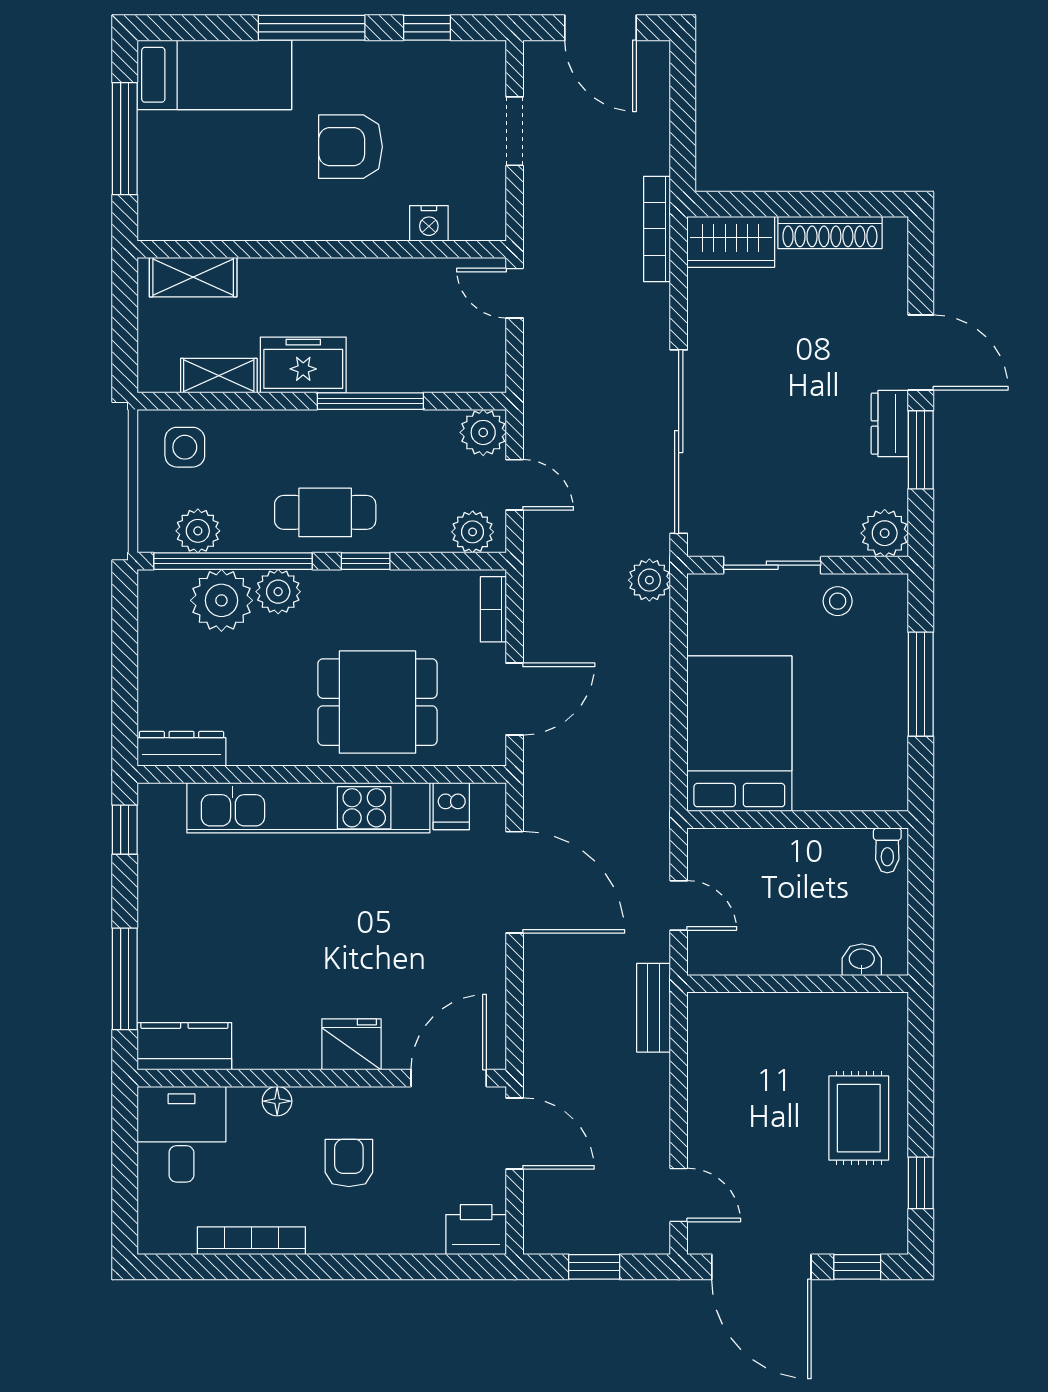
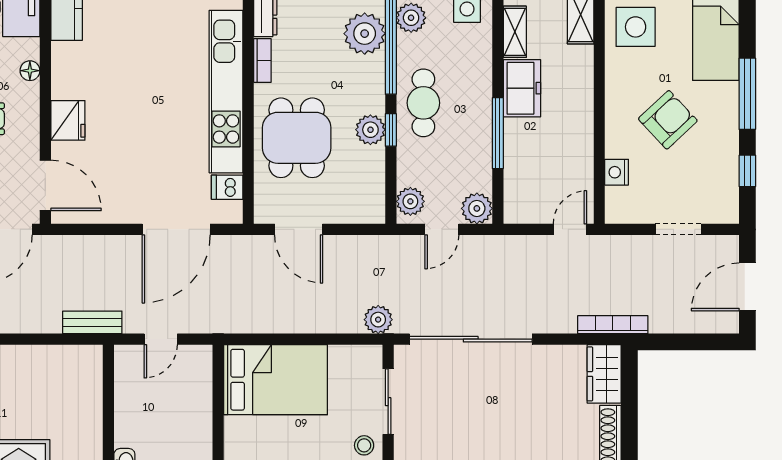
armchair: (351, 147) -> (668, 120), turned 47
side table: (212, 195) -> (636, 27), added
plant: (278, 592) -> (370, 130), moved
bookcase: (493, 609) -> (262, 61), moved, turned 90

